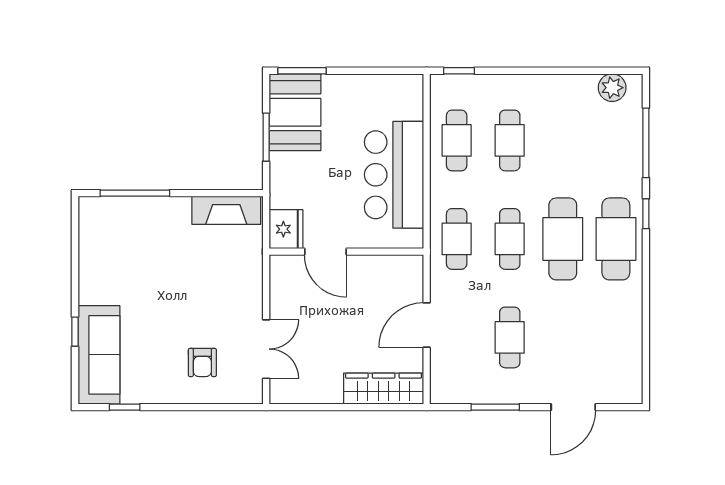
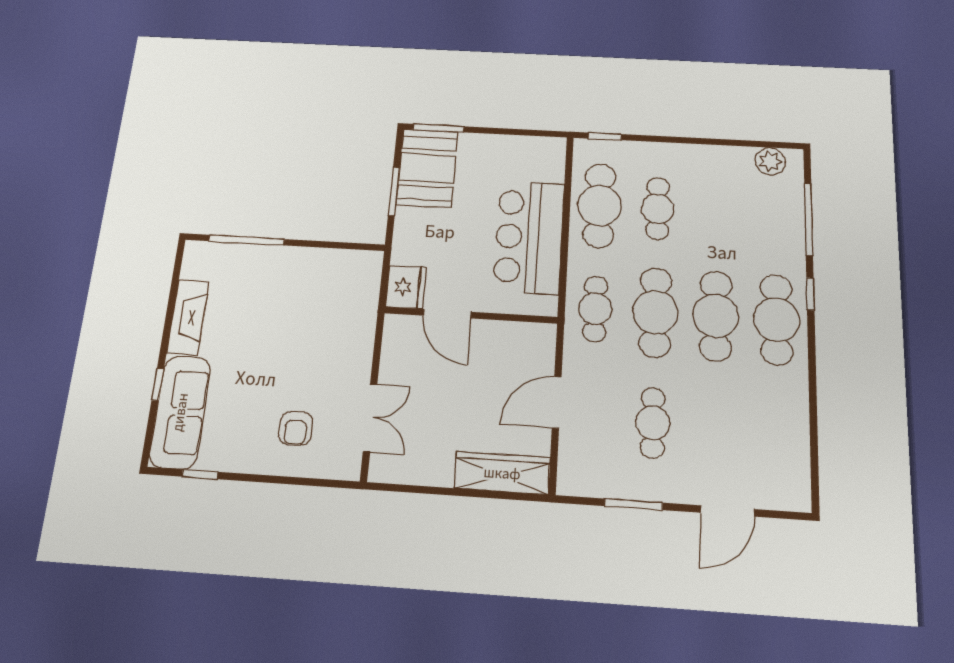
cafe table: (457, 140) -> (599, 206), width x1.37, depth x1.35
fireplace: (226, 210) -> (188, 317), moved, turned -90
cafe table: (510, 239) -> (655, 312), width x1.37, depth x1.35

